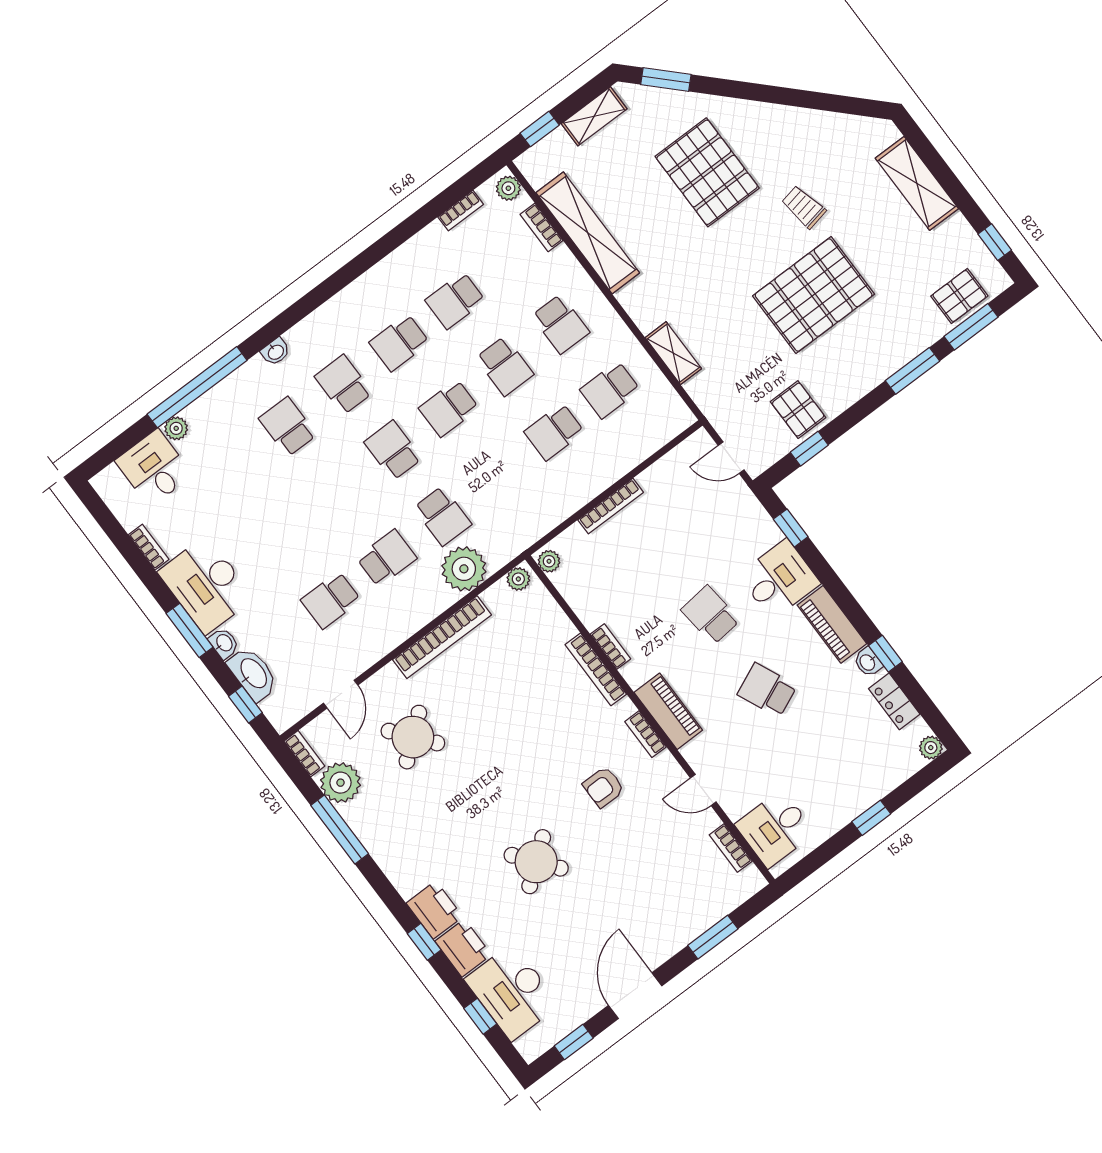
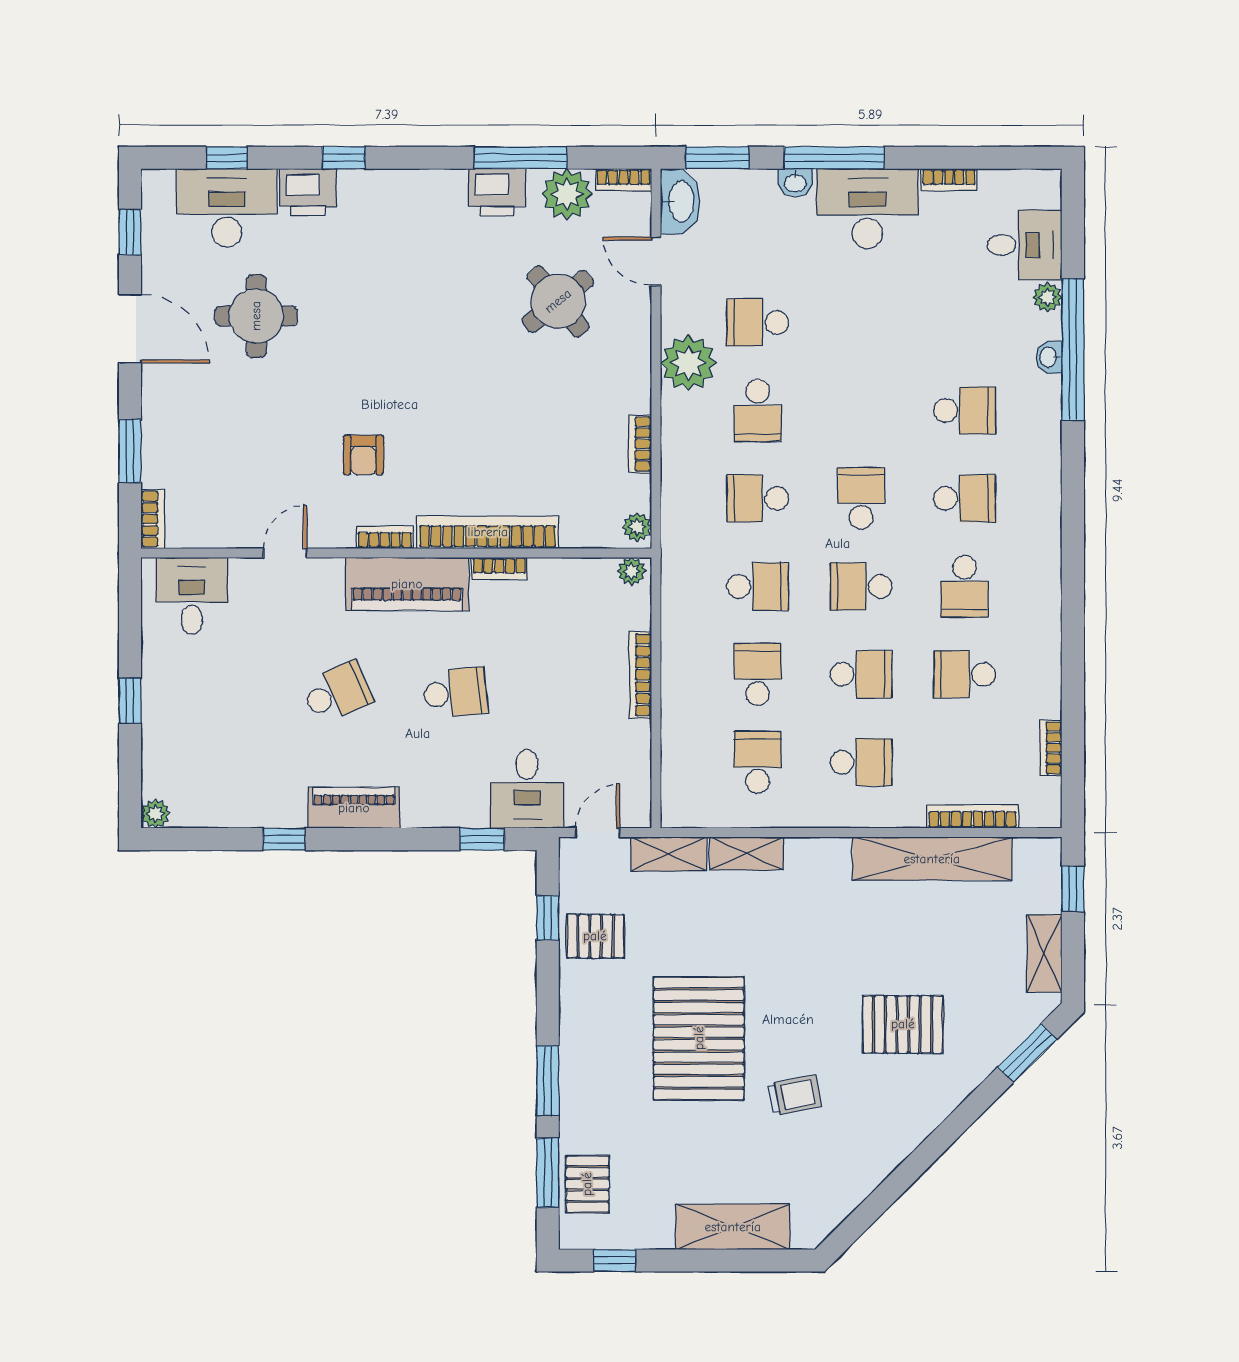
pallet: (707, 172) -> (903, 1024), width x0.73, depth x0.71
plant: (508, 188) -> (1037, 813), removed
bookcase: (542, 227) -> (973, 816), width x1.56
school desk: (455, 300) -> (965, 674), turned -90
school desk: (561, 324) -> (861, 762), turned 180
school desk: (399, 343) -> (965, 586), turned 180
washbasin: (276, 352) -> (1049, 357), moved
school desk: (505, 366) -> (861, 674), turned 180
shelving: (711, 402) -> (669, 854), added
school desk: (449, 408) -> (861, 586), turned -90
school desk: (393, 450) -> (861, 498), turned -90
school desk: (498, 474) -> (758, 586), added
plant: (464, 569) -> (688, 363), moved
desk: (779, 579) -> (527, 789), moved
school desk: (331, 600) -> (758, 323), turned -90
window: (190, 630) -> (834, 158), width x1.44
bookcase: (442, 637) -> (640, 444), width x0.43, depth x0.76
washbasin: (868, 662) -> (289, 815), removed
bookcase: (596, 669) -> (488, 532), width x1.48, depth x1.31
washbasin: (253, 674) -> (680, 201), moved, turned -90
locker: (894, 701) -> (229, 812), removed
window: (245, 705) -> (717, 158), width x1.50
piano: (668, 711) -> (407, 584), width x1.37, depth x1.33
armchair: (604, 787) -> (363, 455), turned 180
bookcase: (731, 848) -> (153, 519), moved, turned 90
round table: (536, 862) -> (256, 316), moved, turned 38
printer: (435, 910) -> (497, 192), moved

